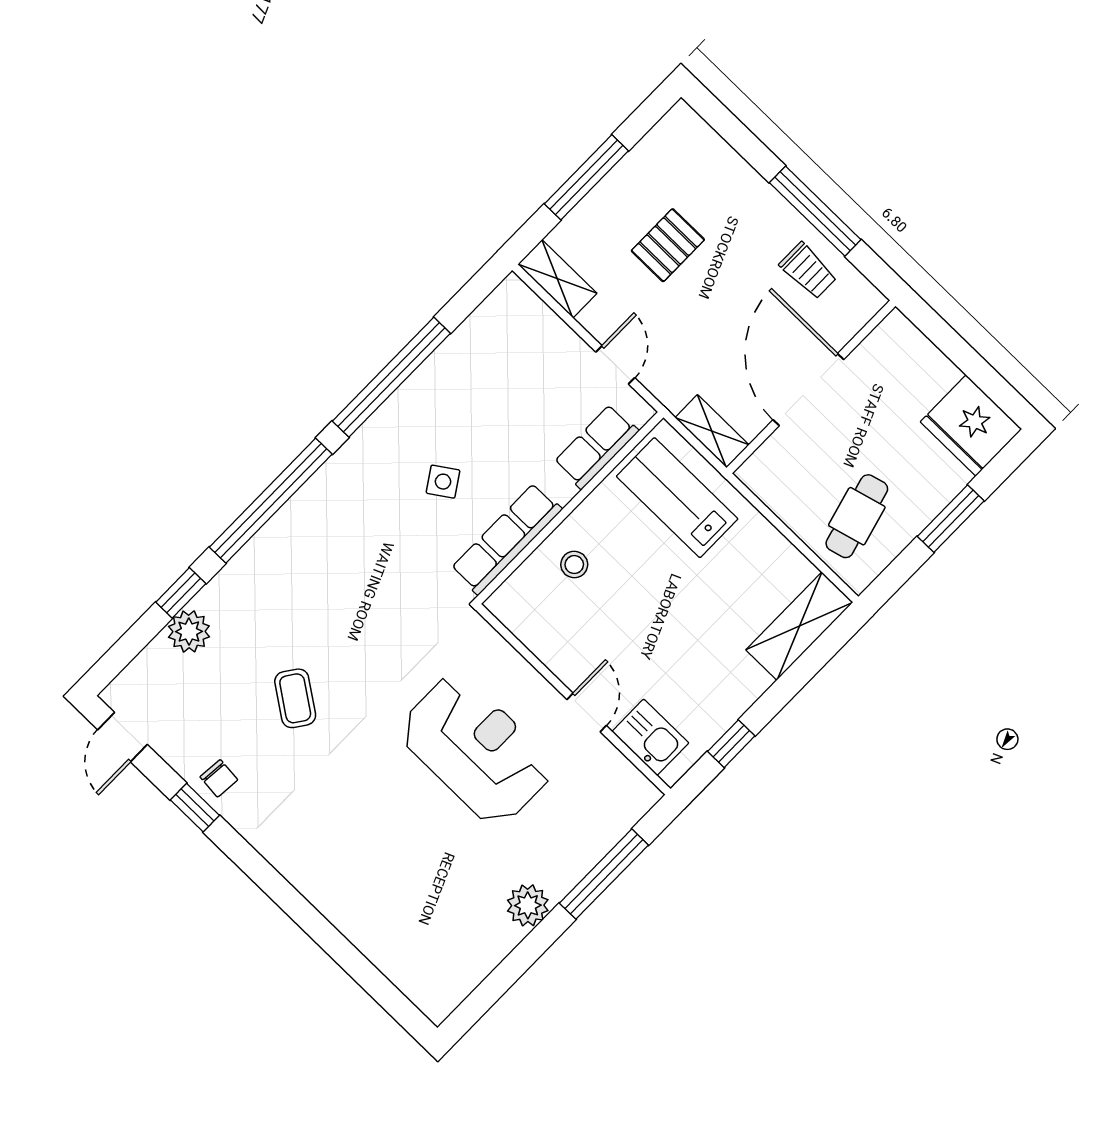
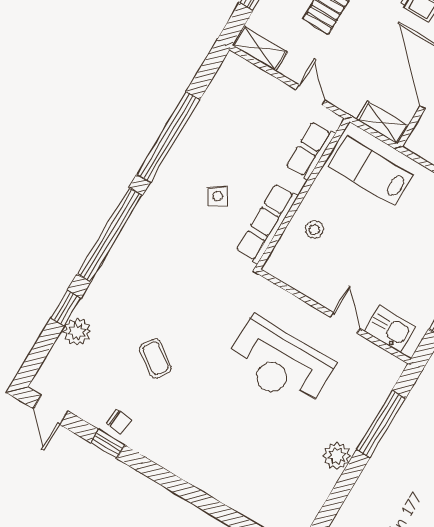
reception desk: (476, 750) -> (280, 364), turned 180

